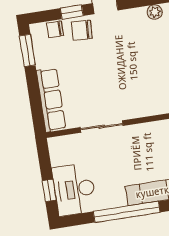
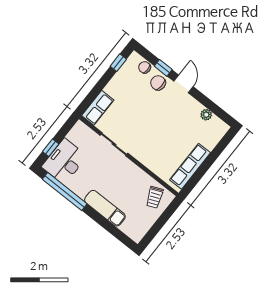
window: (27, 50) -> (118, 63), width x0.67
row of seats: (51, 100) -> (98, 108), width x0.68
window: (127, 212) -> (65, 192), moved

